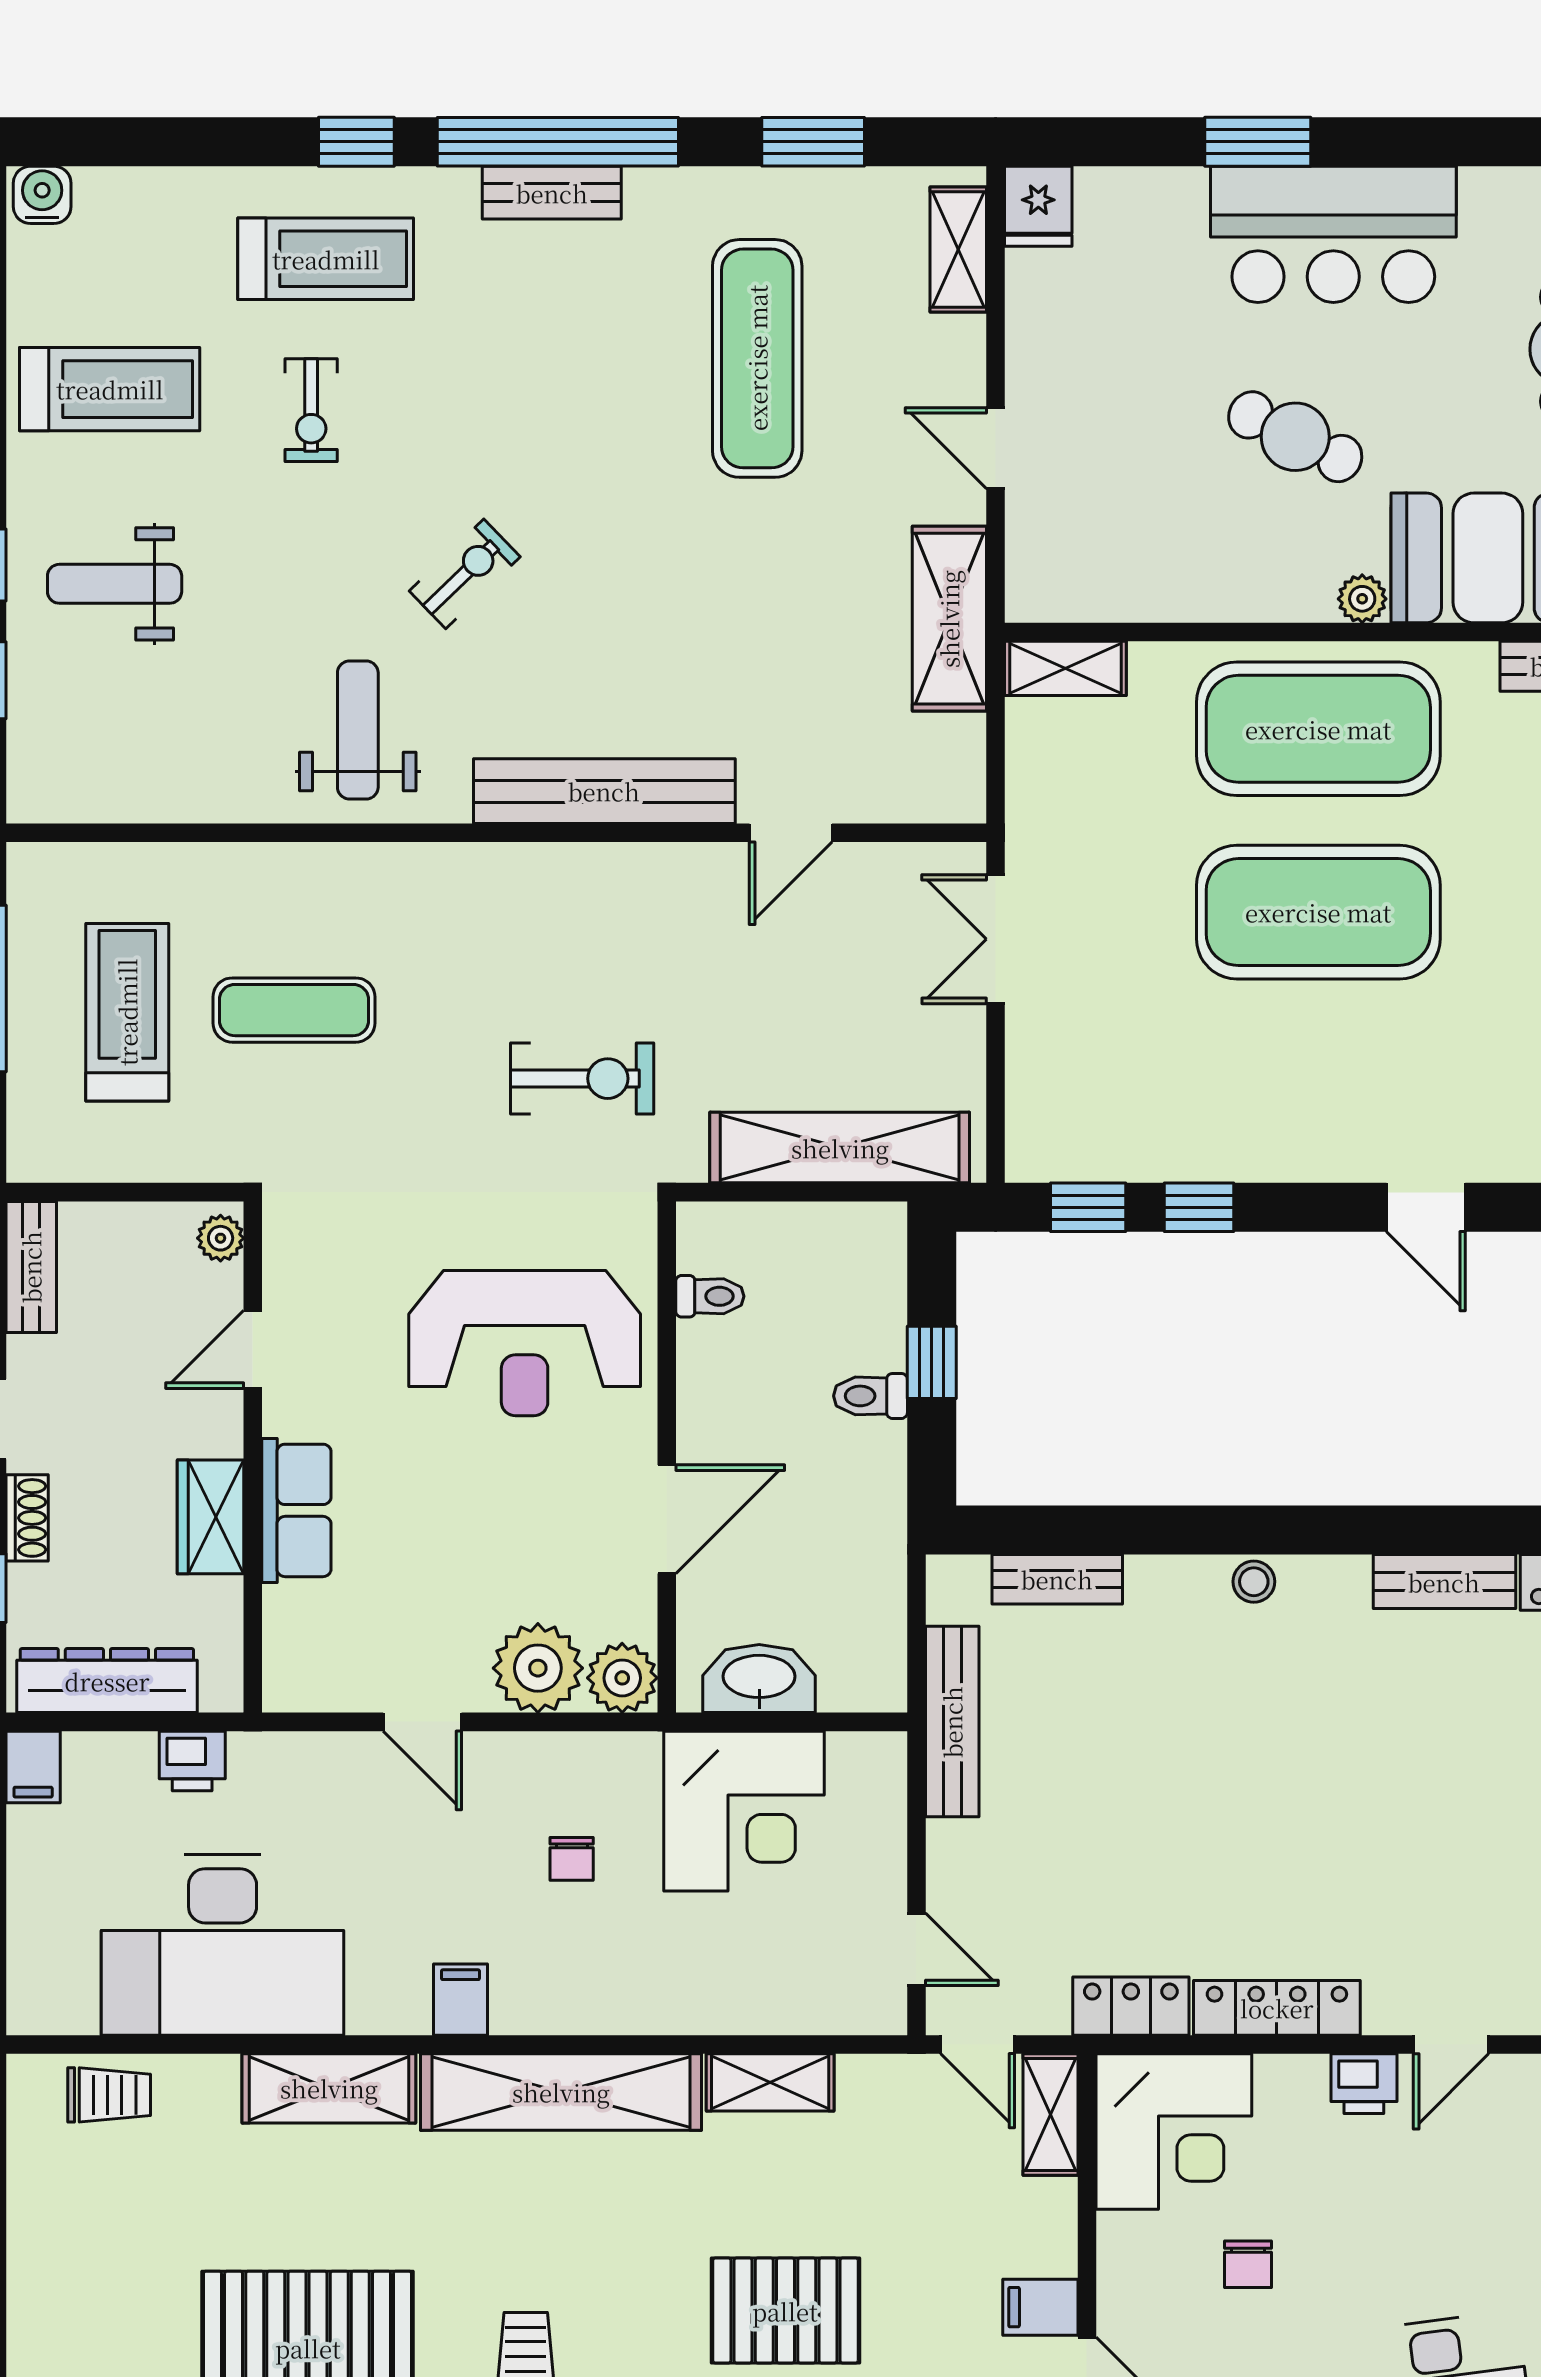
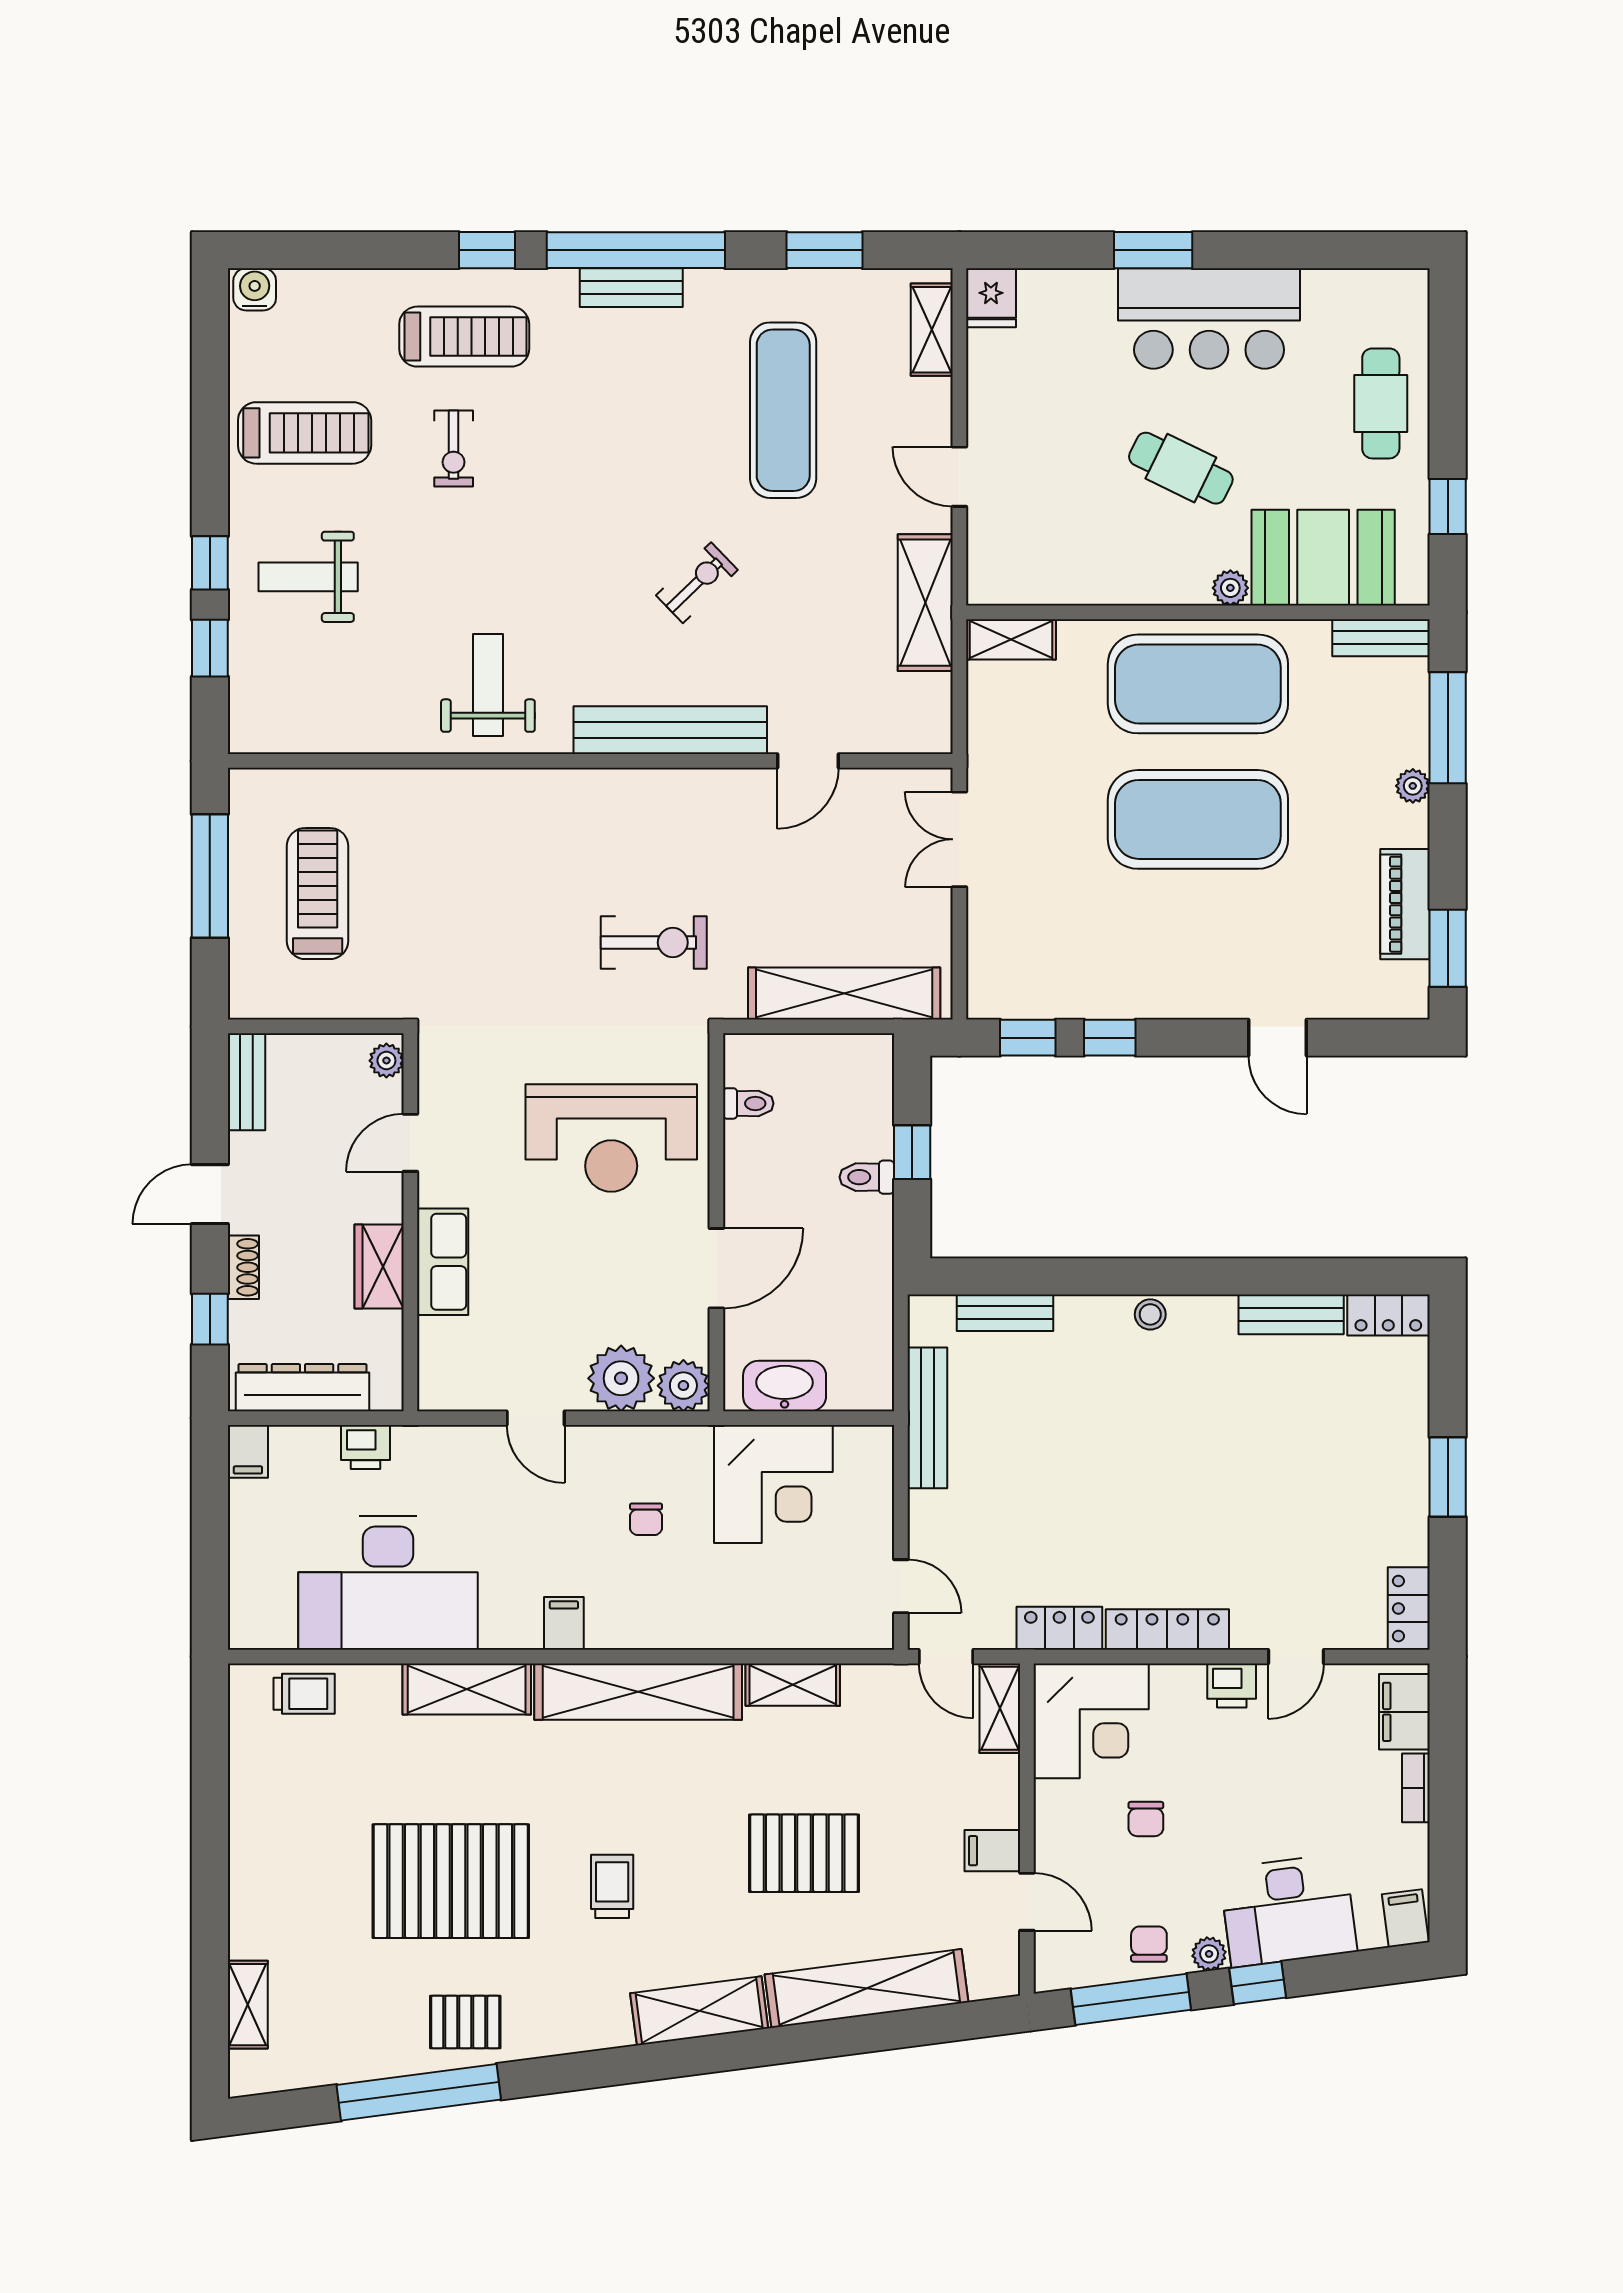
exercise bike: (465, 574) -> (697, 583), moved
exercise mat: (294, 1010) -> (441, 892), removed

